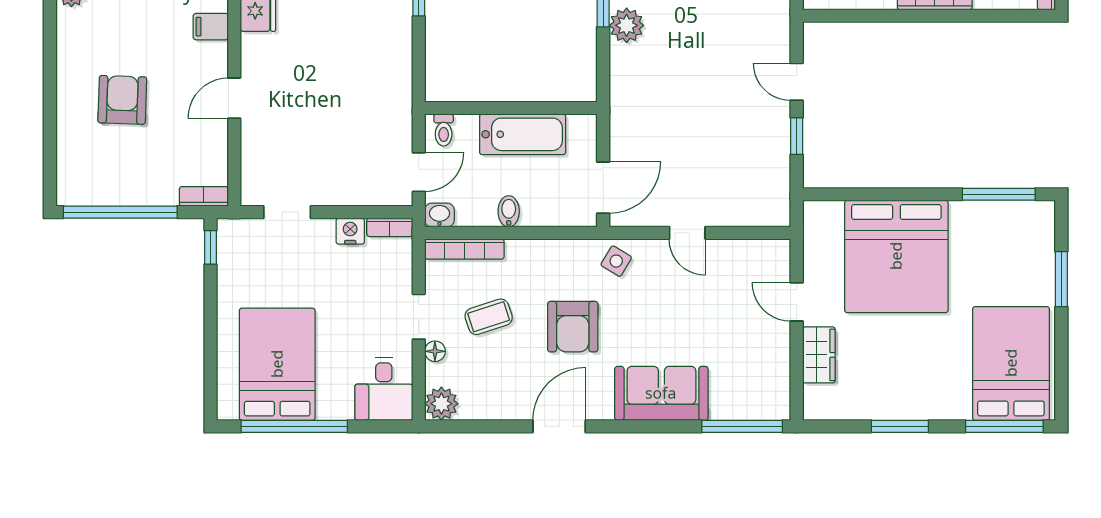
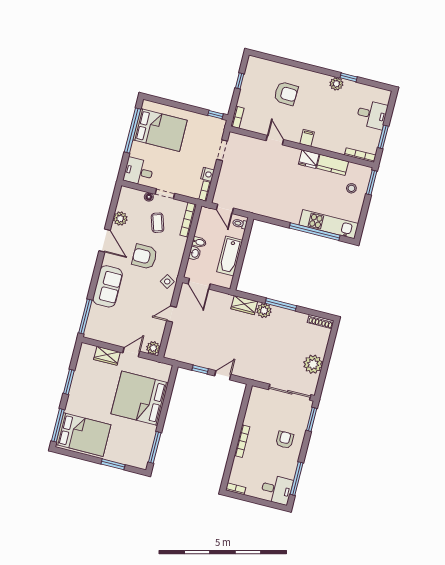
wardrobe: (625, 73) -> (244, 305), added
window: (120, 212) -> (240, 81), width x0.32
washbasin: (439, 215) -> (195, 253), moved
plant: (775, 255) -> (153, 348), added
plant: (441, 404) -> (120, 219), moved

